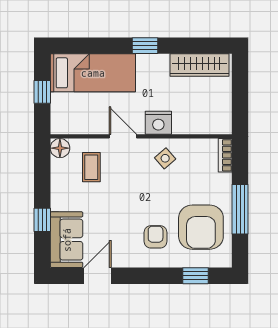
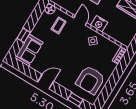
window: (240, 209) -> (112, 82), removed
armchair: (156, 237) -> (68, 72), removed
door: (97, 276) -> (46, 82), moved

